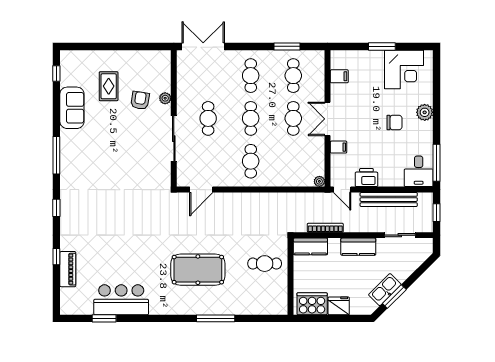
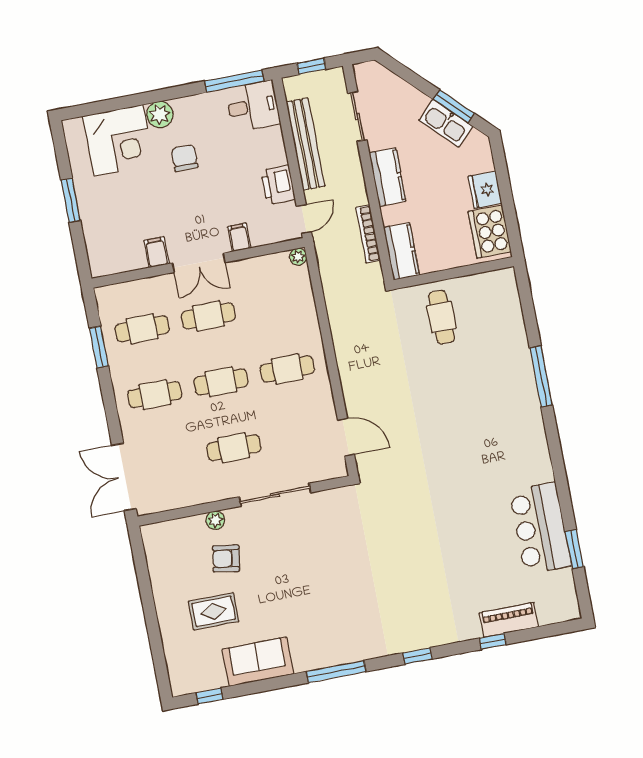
corner desk: (404, 70) -> (118, 140), moved, turned 90
filing cabinet: (339, 76) -> (156, 252), moved
pool table: (198, 270) -> (471, 419), removed

